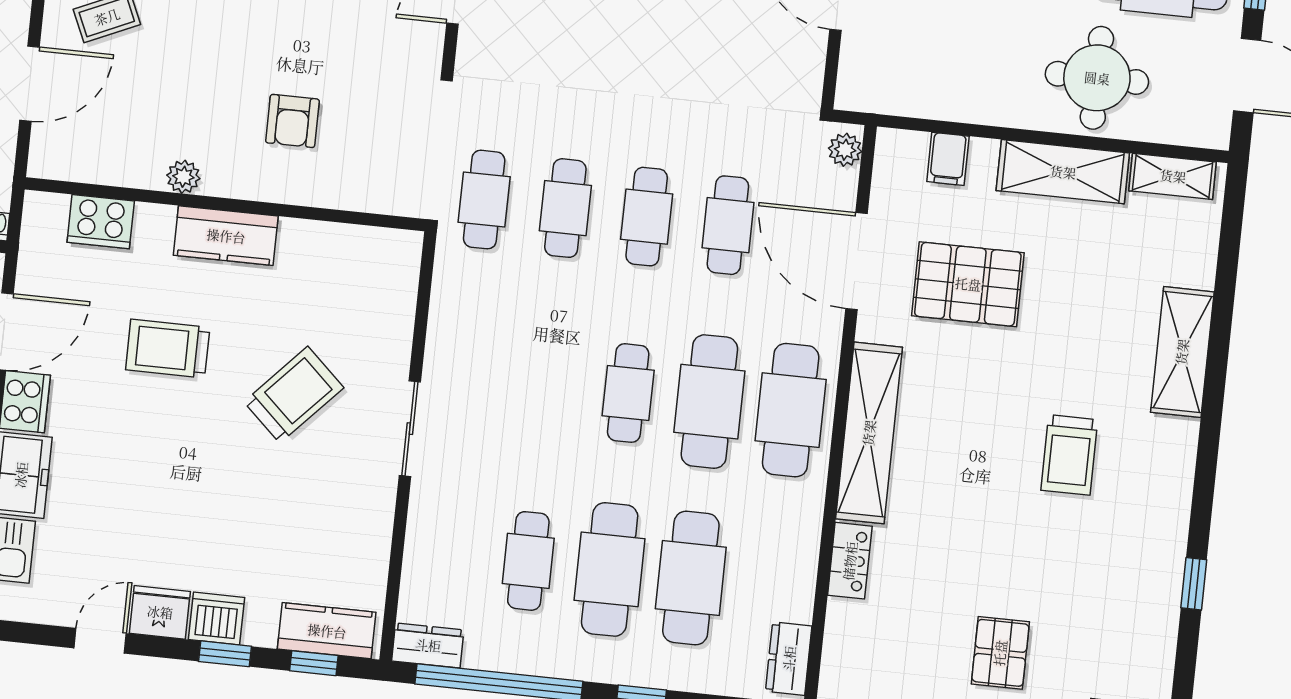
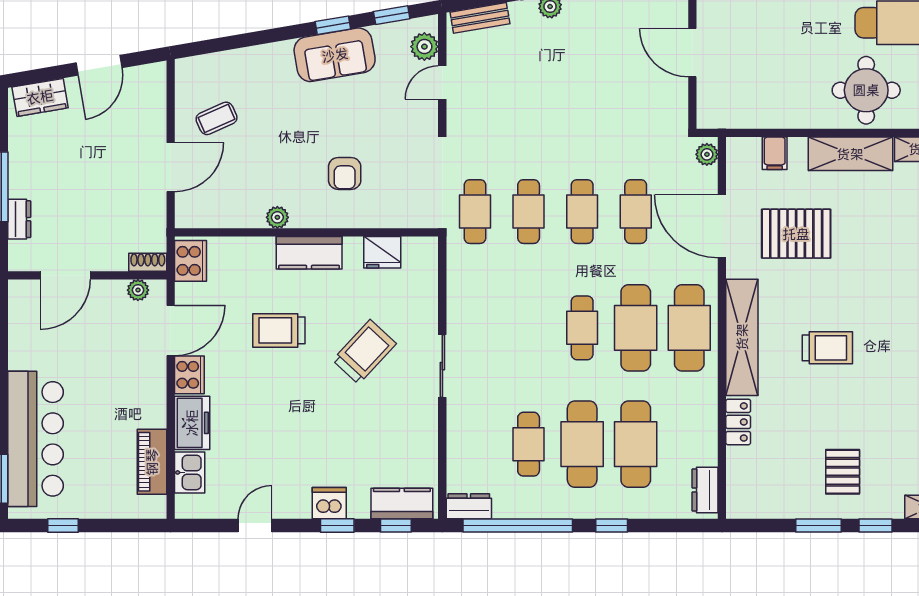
cooker: (101, 222) -> (191, 261), moved, turned -90
trolley: (1069, 455) -> (827, 348), moved, turned -90
fridge: (160, 612) -> (382, 252), moved, turned 180

